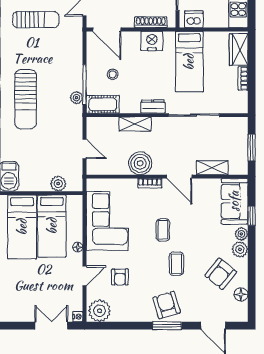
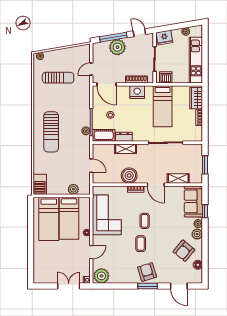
dresser: (153, 107) -> (124, 137), moved
coffee table: (176, 264) -> (141, 244), moved
armchair: (120, 277) -> (115, 253), removed

